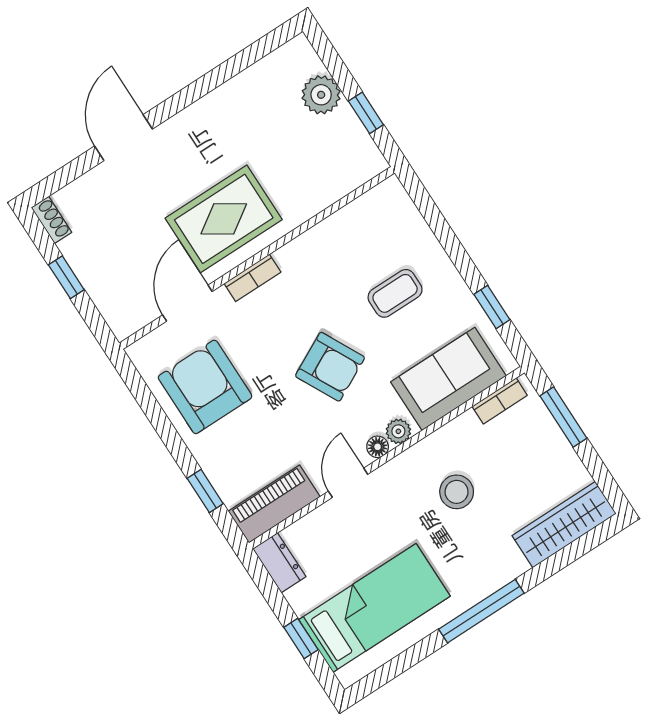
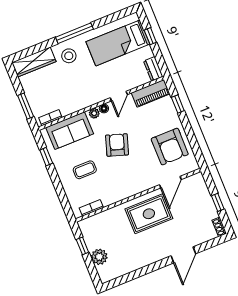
bookcase: (252, 278) -> (91, 208), moved
armchair: (330, 367) -> (117, 145), turned 45
stool: (457, 492) -> (69, 56), moved

